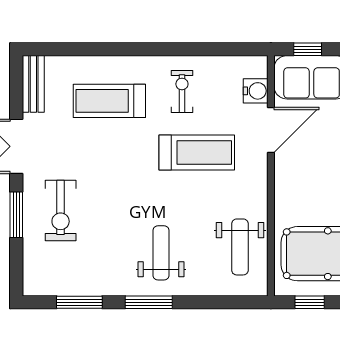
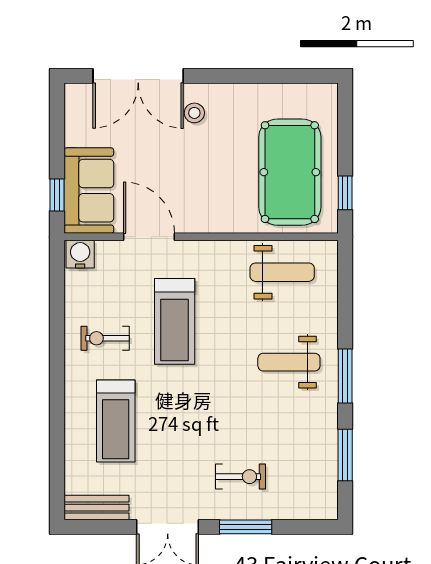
water cooler: (256, 91) -> (80, 254), moved
treadmill: (197, 153) -> (175, 321), turned 180
exercise bike: (61, 210) -> (241, 477), width x0.73, depth x0.72

